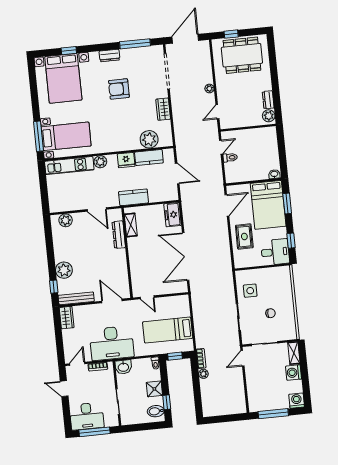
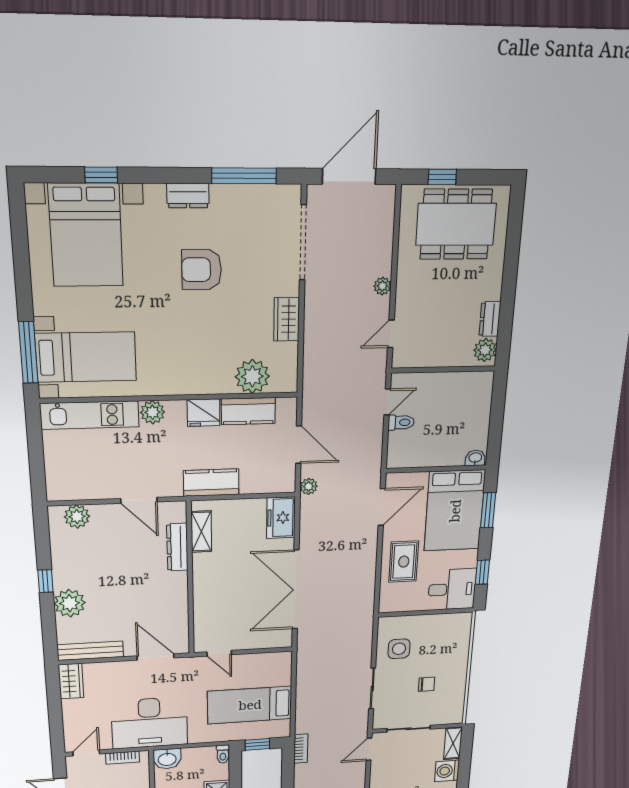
window: (54, 287) -> (45, 581), moved
plant: (203, 374) -> (309, 486), moved

